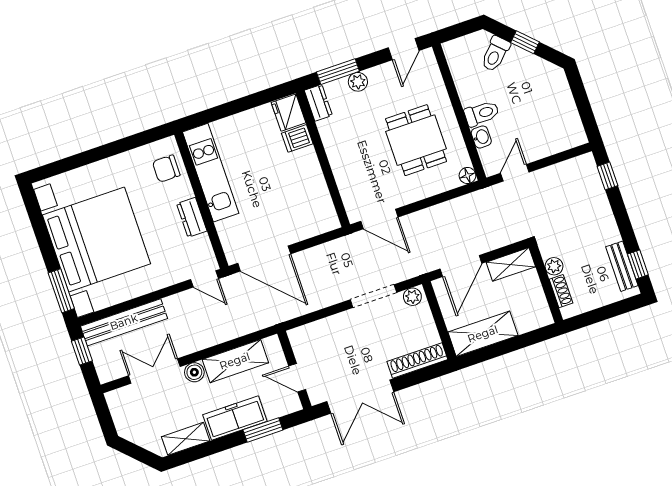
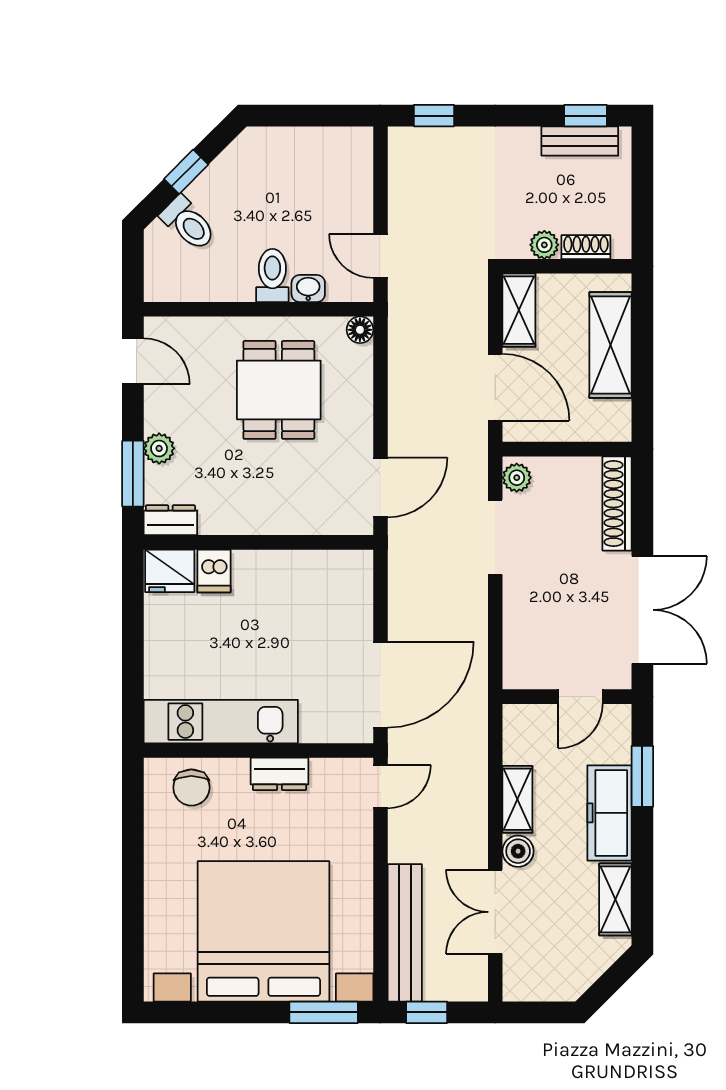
dining table: (416, 140) -> (279, 390), turned 90
shelving: (483, 334) -> (610, 345), moved
shelving: (235, 361) -> (517, 799), width x0.67, depth x0.75

